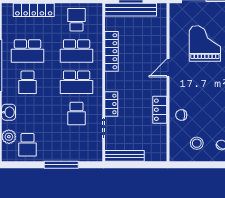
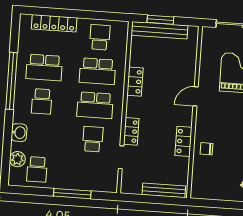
locker: (112, 51) -> (135, 82), width x0.66
school desk: (77, 114) -> (93, 139), turned 180
stool: (197, 143) -> (221, 181), removed
bench: (125, 156) -> (164, 190), moved

